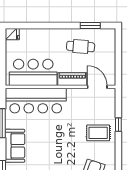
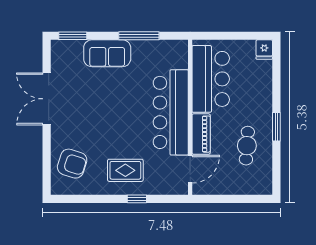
window: (90, 26) -> (276, 127), moved
bar counter: (36, 101) -> (171, 112), moved
rug: (98, 133) -> (125, 170), turned 90

